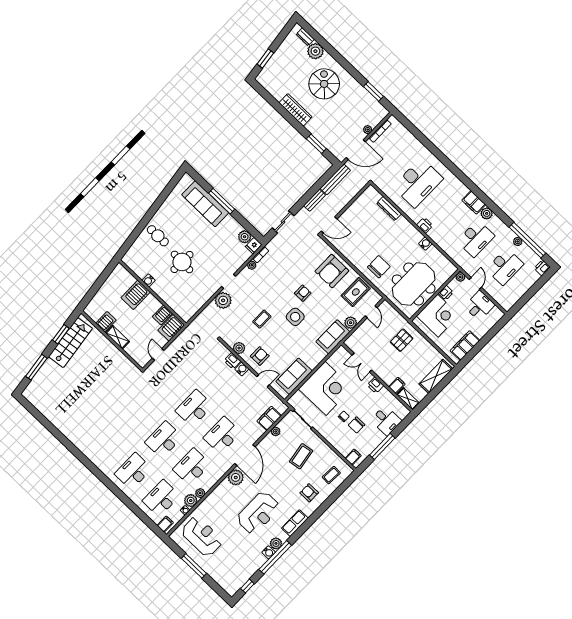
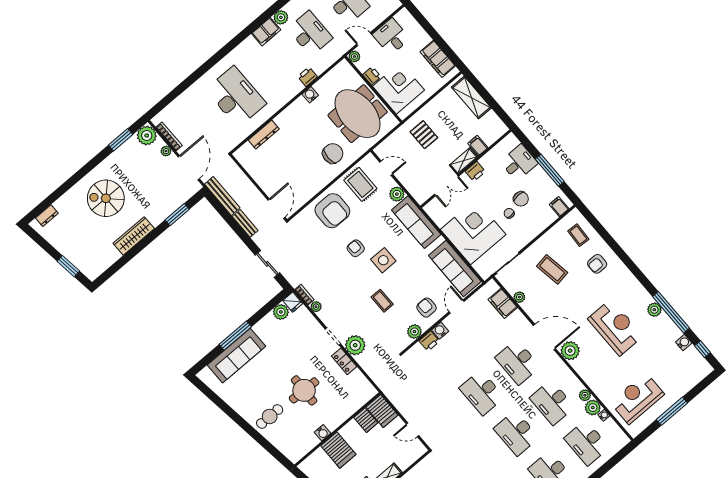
plant: (315, 51) -> (147, 136), moved
printer: (425, 225) -> (307, 77), moved
chair: (379, 267) -> (333, 154), turned 90
locker: (209, 293) -> (344, 361), added
sofa: (333, 337) -> (416, 222), width x1.36
sofa: (294, 376) -> (455, 269), width x1.36
shelving: (408, 399) -> (463, 161), moved
row of seats: (295, 523) -> (632, 285), removed
filing cabinet: (165, 524) -> (618, 441), removed
water cooler: (269, 552) -> (684, 342), moved

